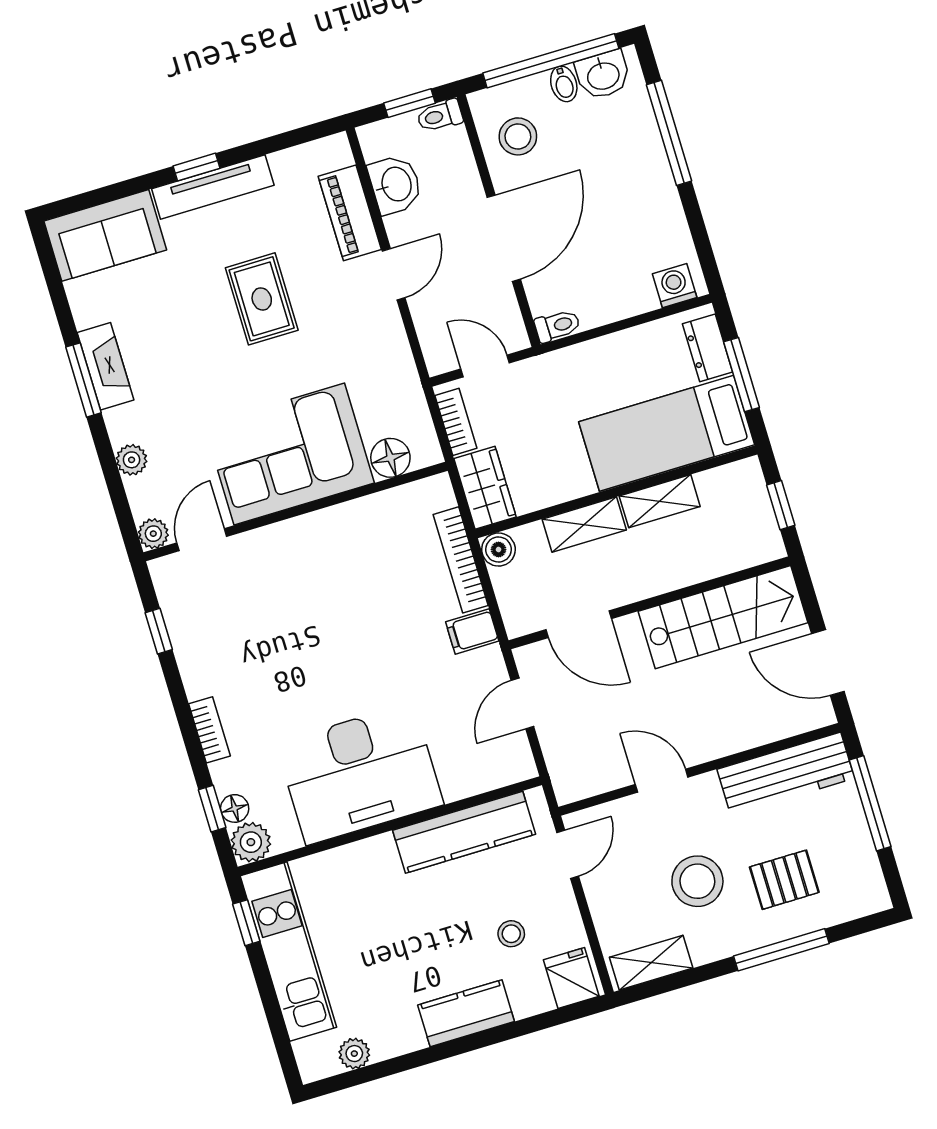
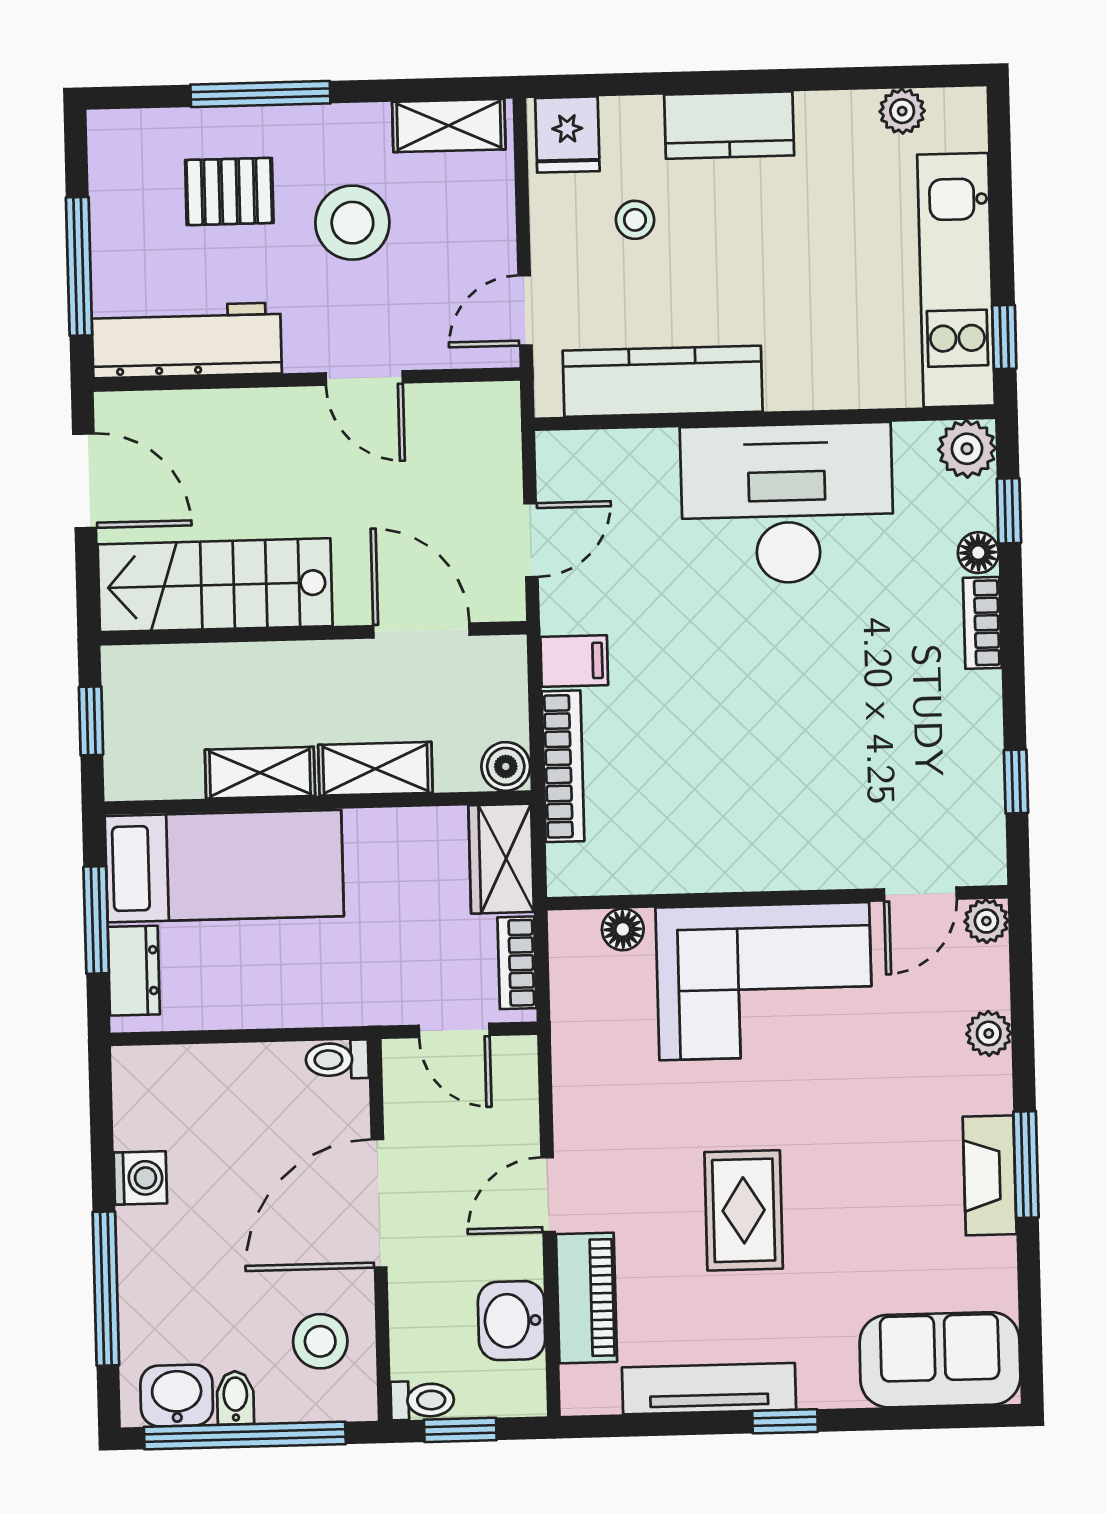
tv unit: (213, 187) -> (709, 1389), moved
washing machine: (675, 286) -> (140, 1178), moved, turned -90
floor lamp: (390, 458) -> (623, 929), width x0.73, depth x0.73
floor lamp: (235, 808) -> (978, 553), moved

